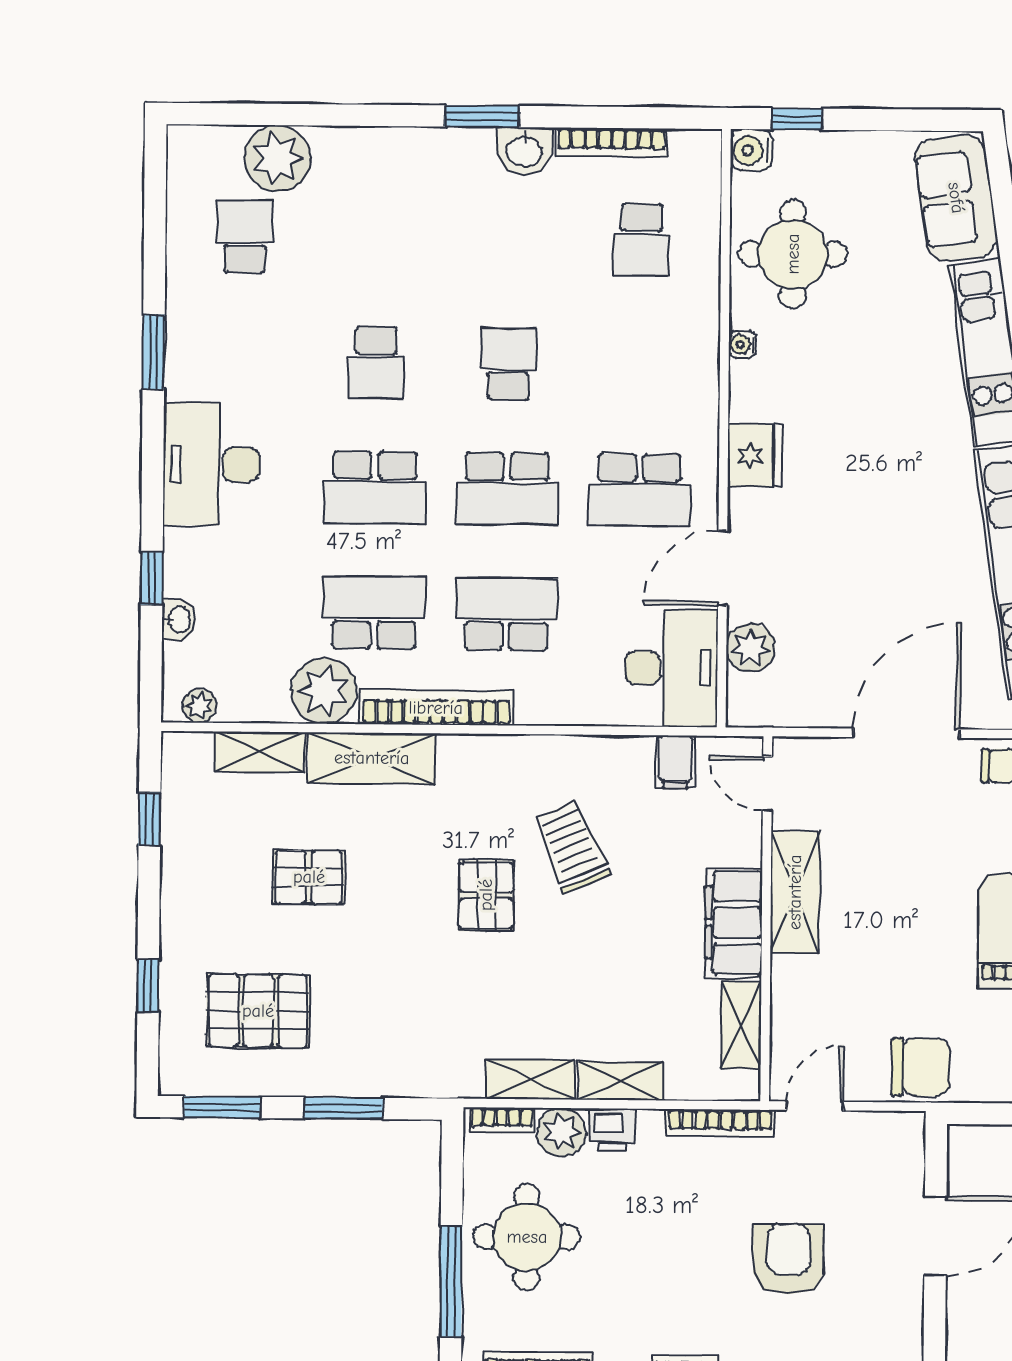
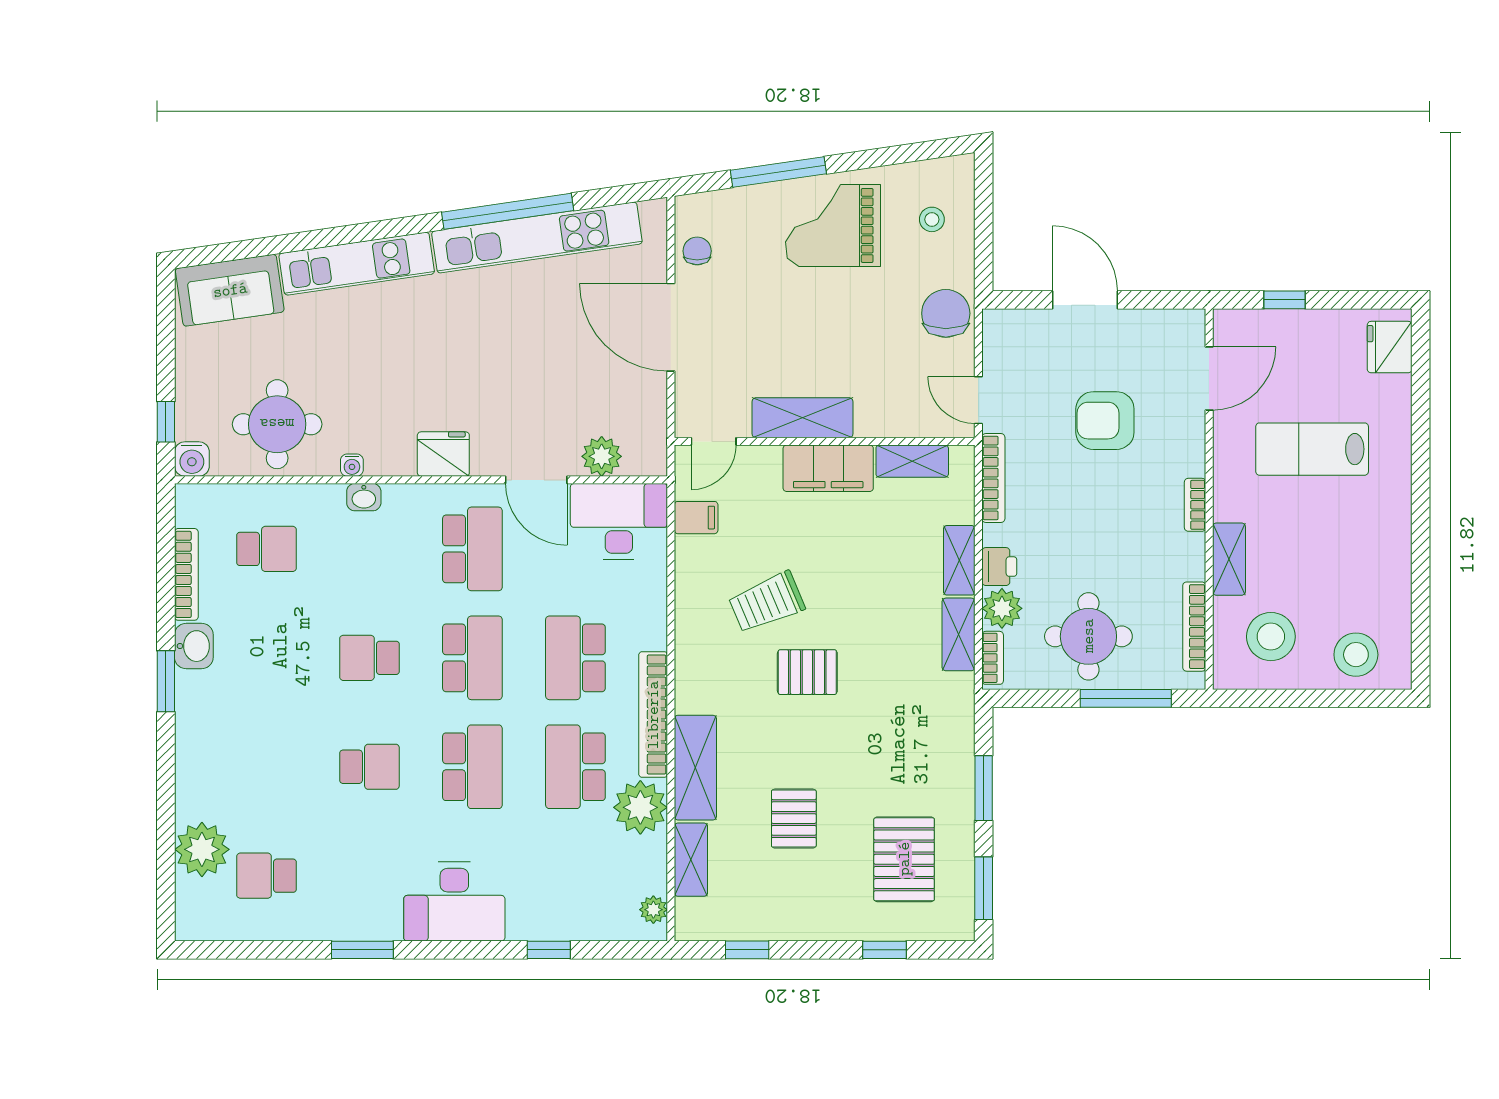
washbasin: (179, 619) -> (364, 497), moved, turned 180

